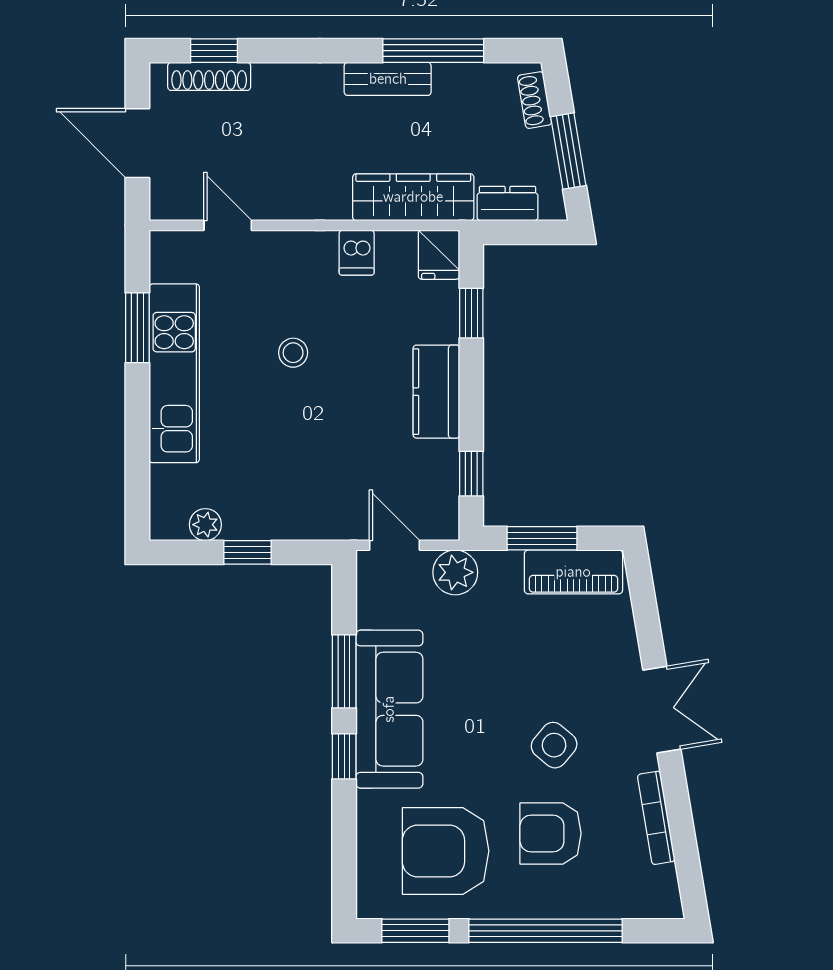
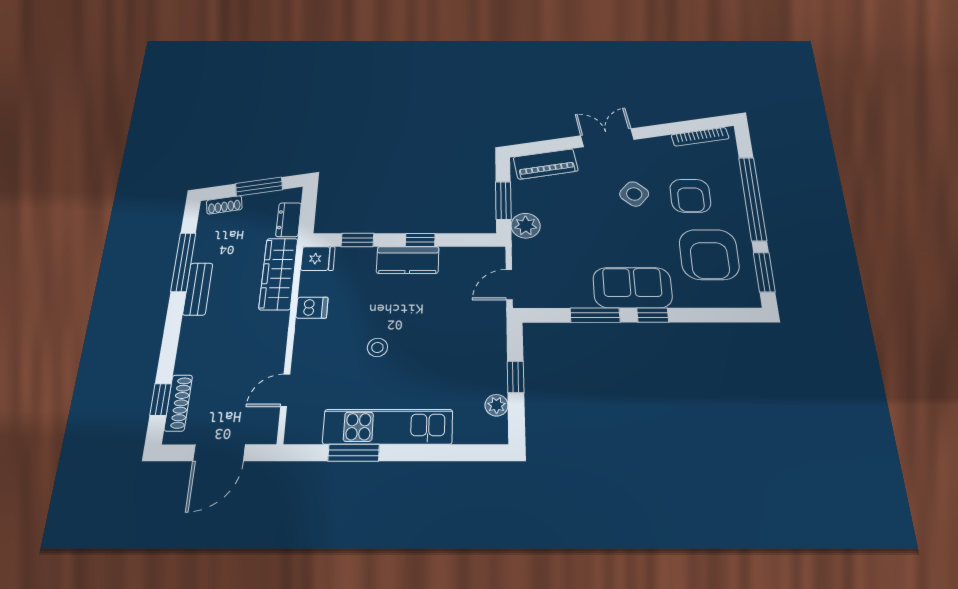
window: (471, 474) -> (420, 240), moved
plant: (455, 572) -> (526, 226), moved
piano: (573, 572) -> (546, 164), moved, turned 80
sofa: (389, 709) -> (633, 288), width x0.73
bookcase: (656, 818) -> (700, 137), moved

